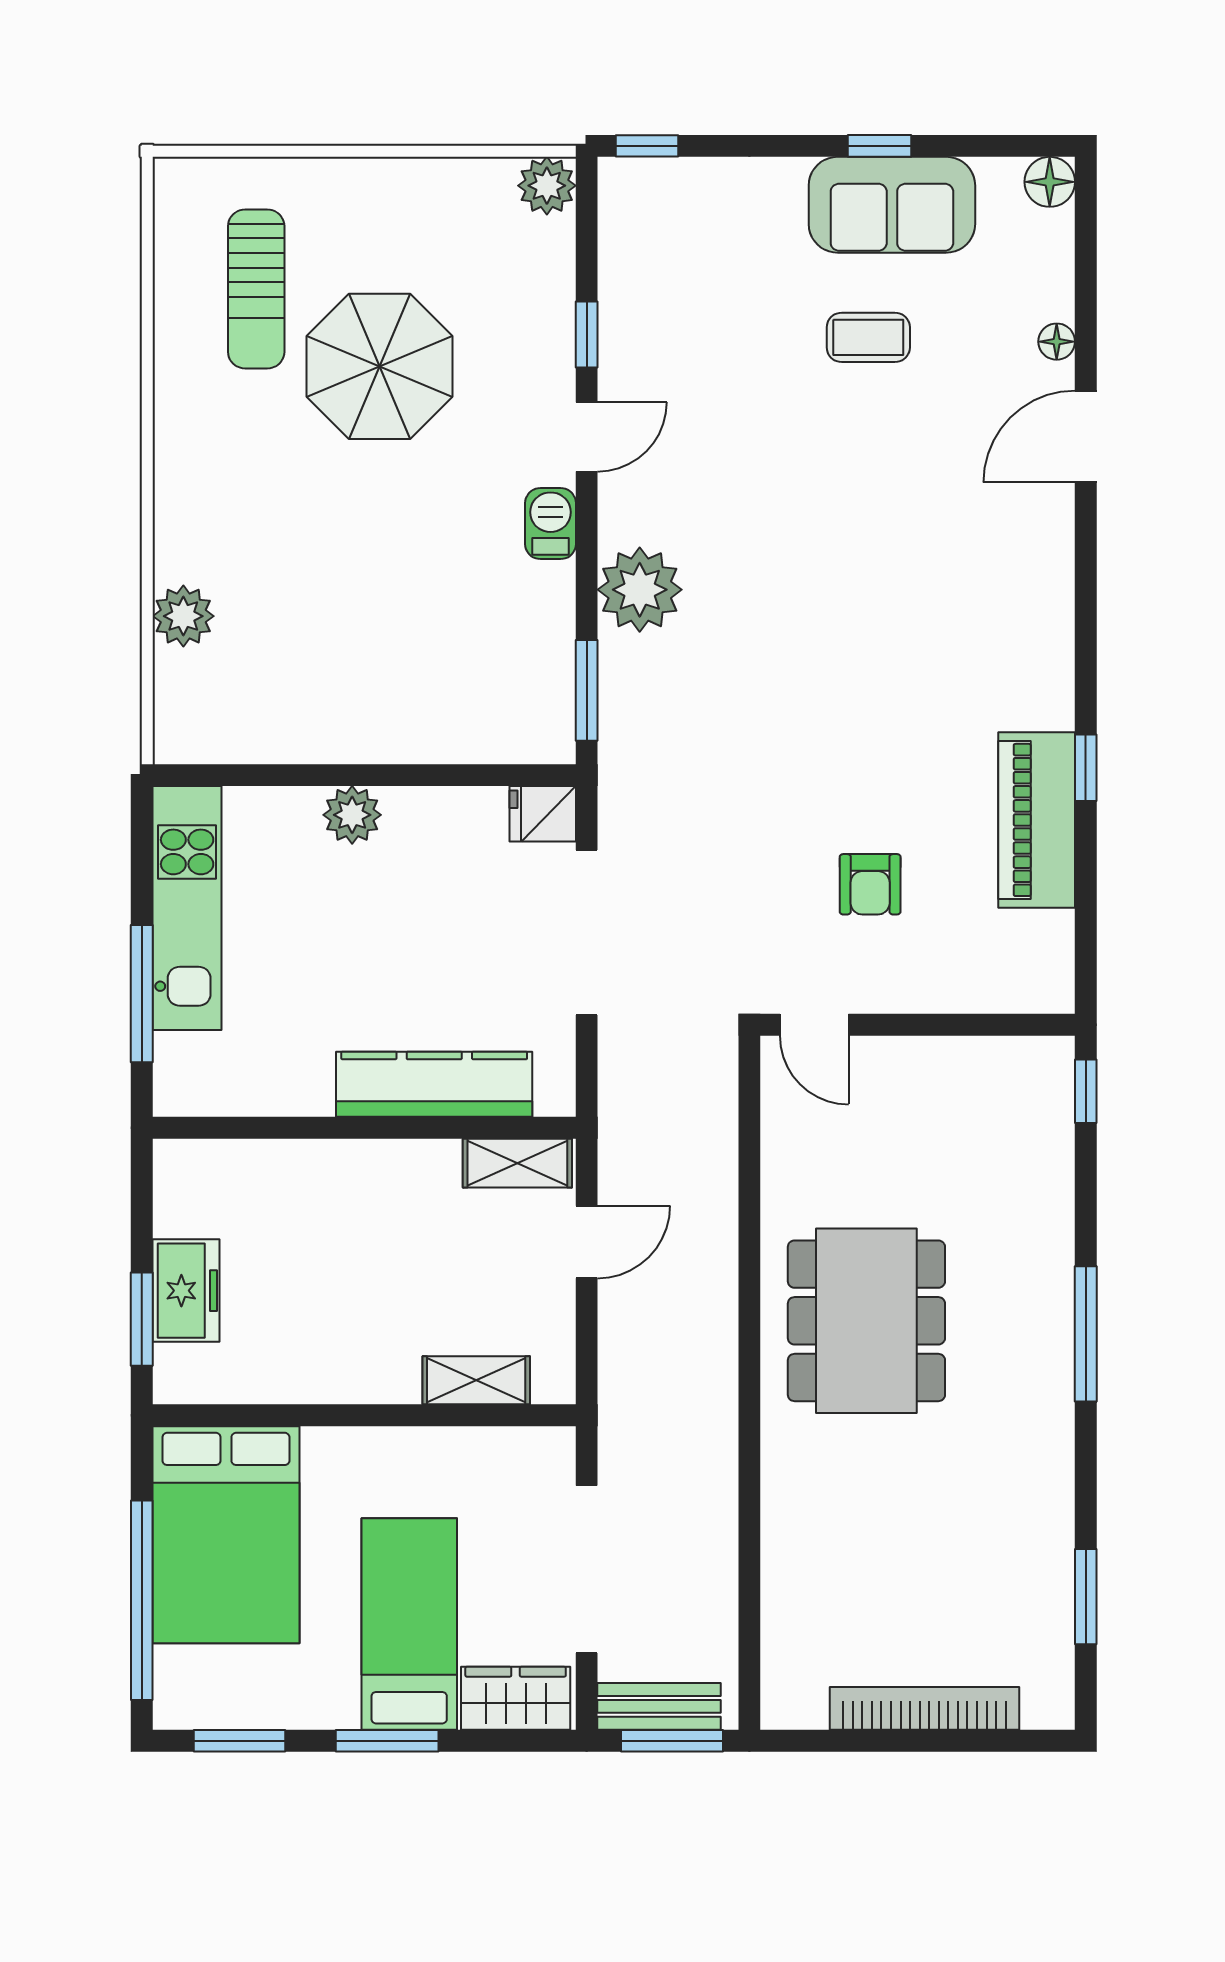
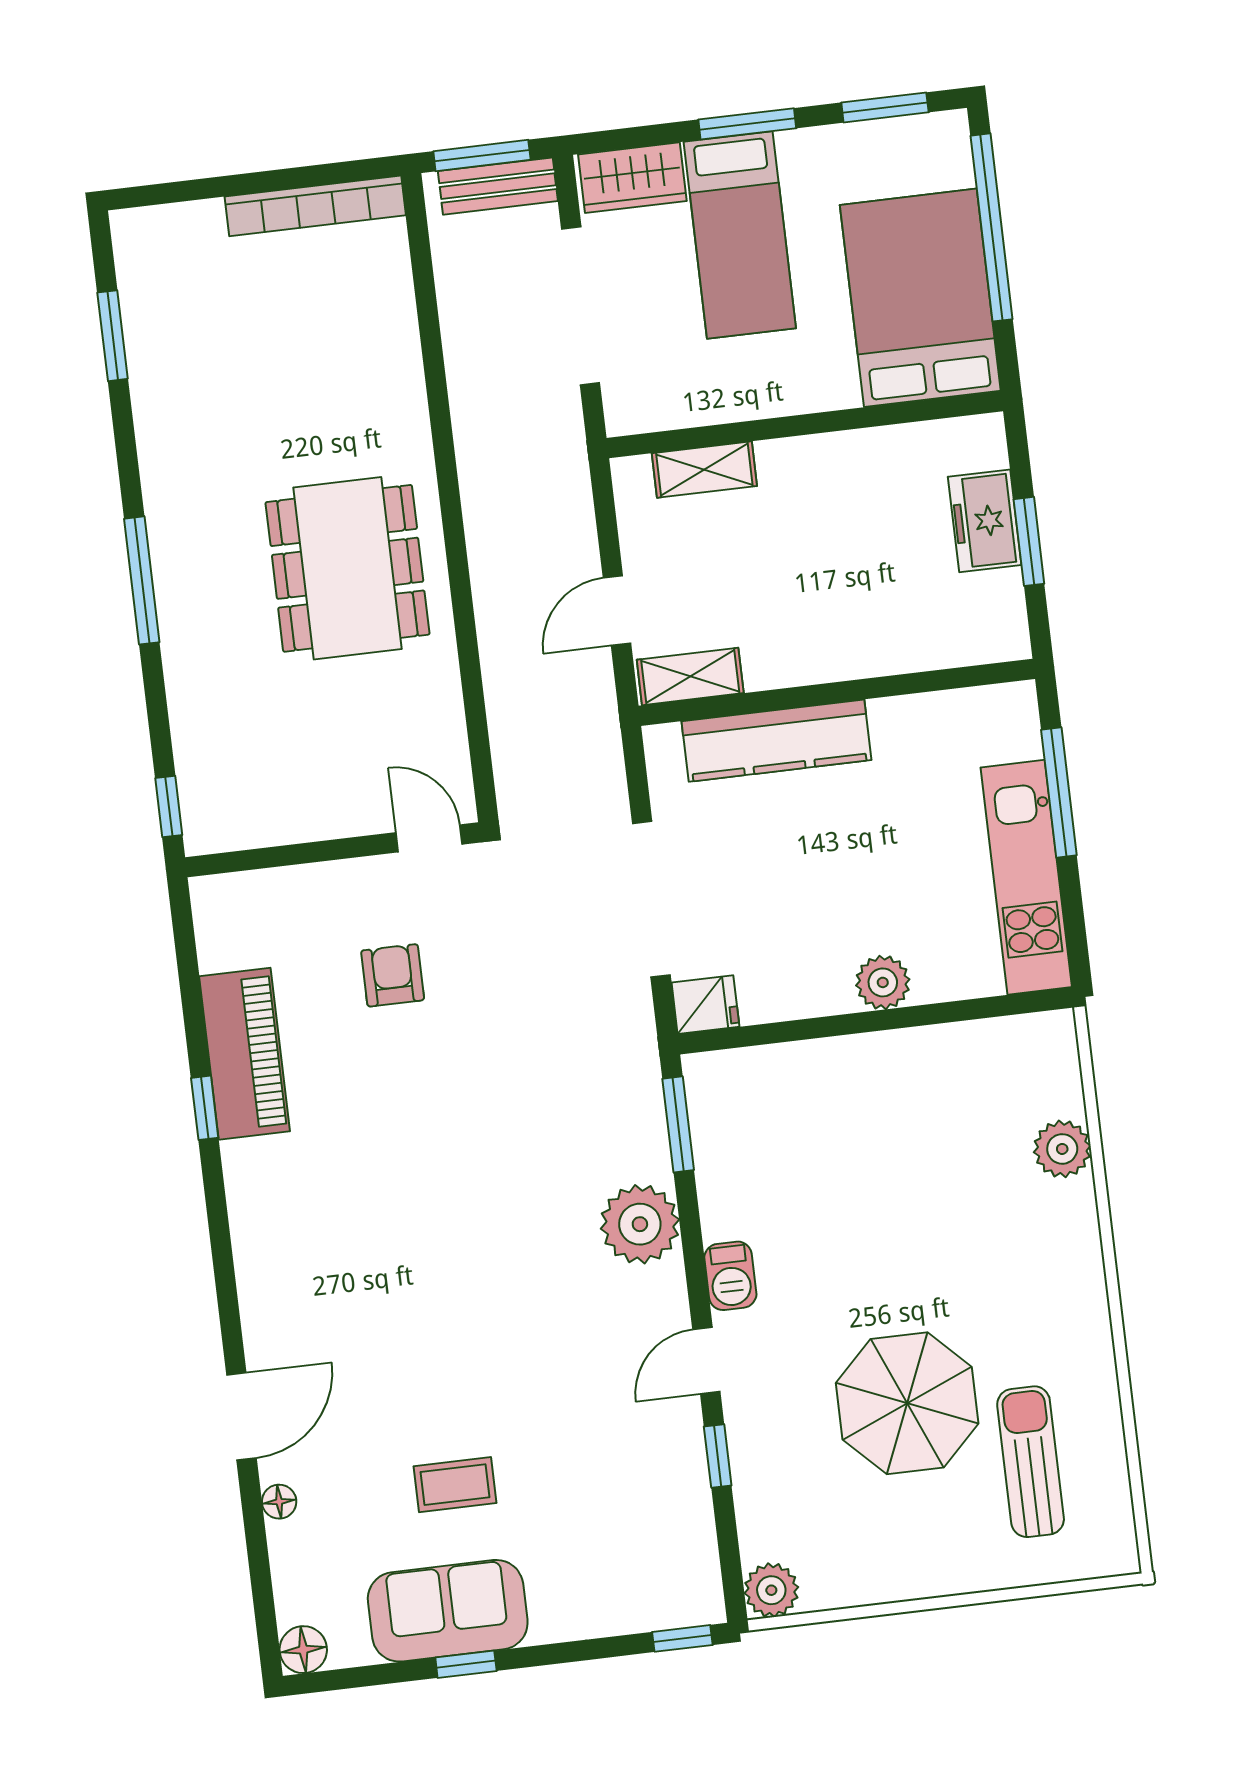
window: (142, 1319) -> (1029, 541), moved
bookcase: (924, 1708) -> (315, 206), moved

